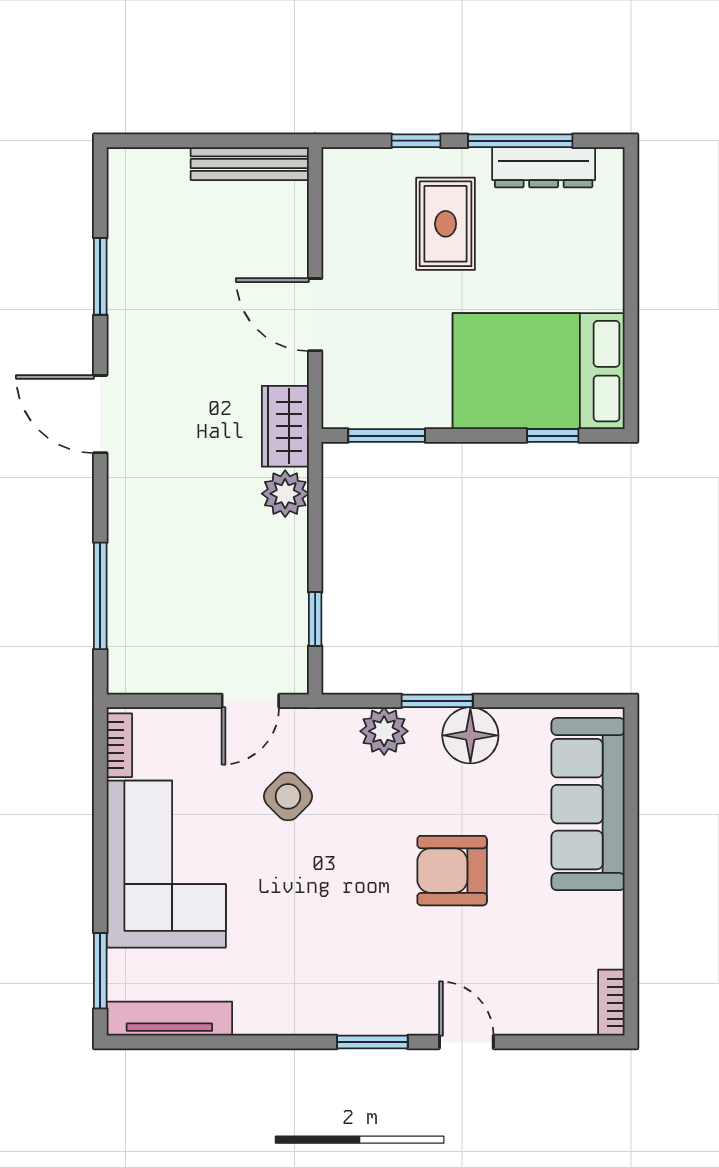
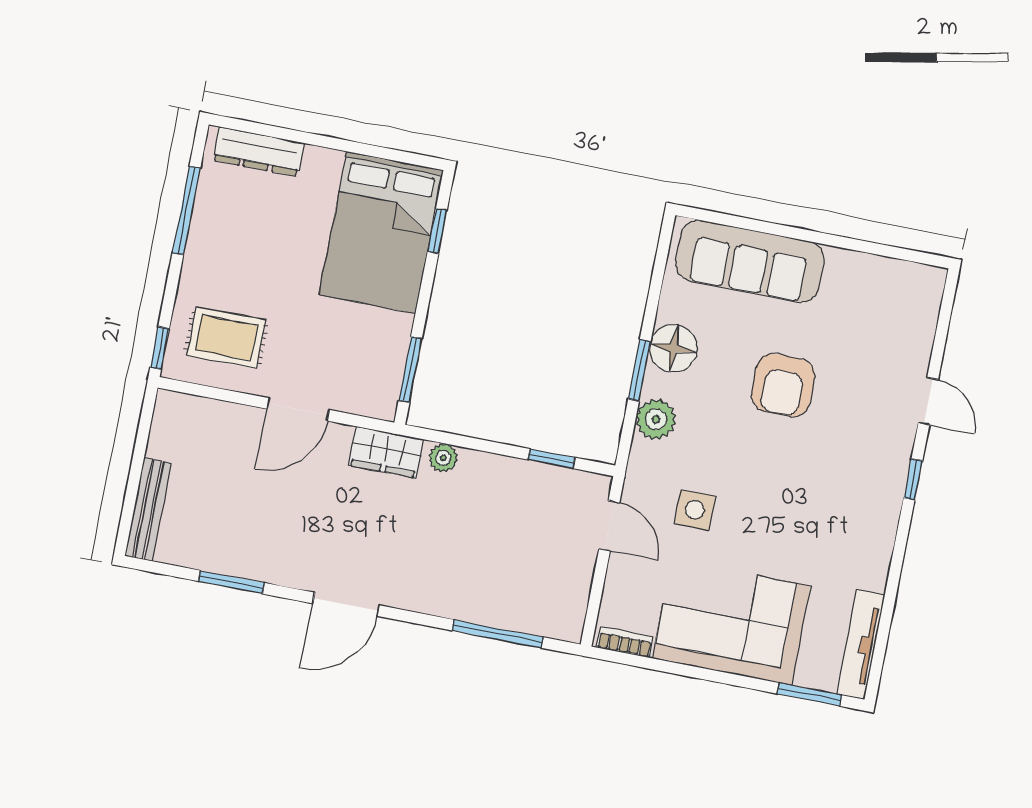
window: (416, 141) -> (160, 348), moved
bench: (250, 164) -> (148, 509), moved
dresser: (544, 167) -> (258, 152), moved, turned 90
rug: (446, 224) -> (226, 338), moved
plant: (285, 494) -> (443, 458), width x0.73, depth x0.73
side table: (288, 796) -> (695, 510), turned 45
bookcase: (611, 1003) -> (919, 274), removed
window: (372, 1042) -> (913, 479), width x0.67
door: (466, 1042) -> (928, 401), swing flipped

